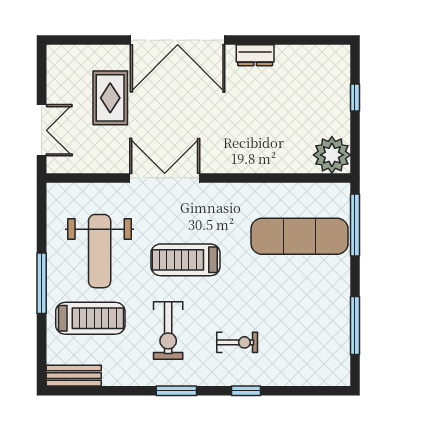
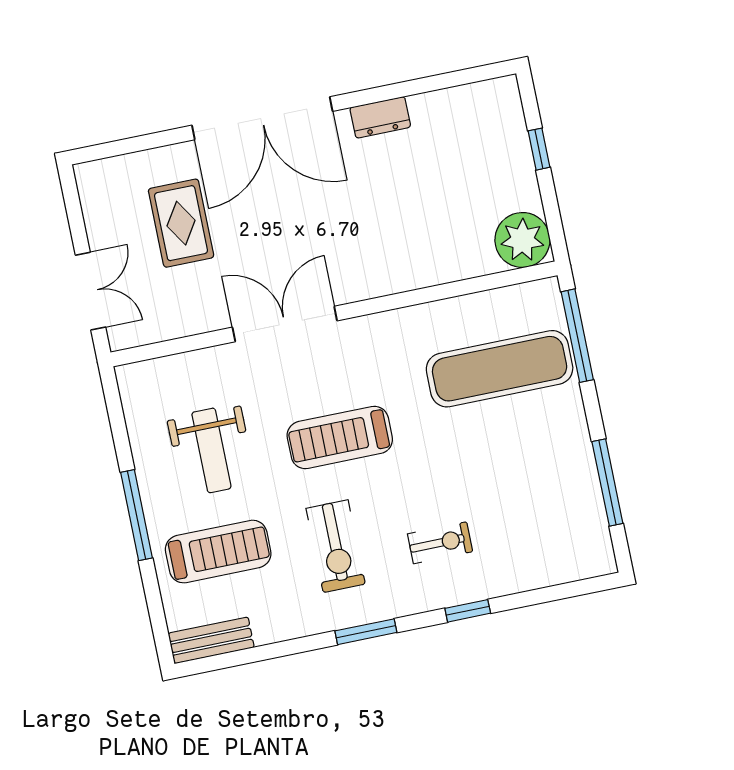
weight bench: (100, 251) -> (211, 450), width x0.73, depth x0.75

